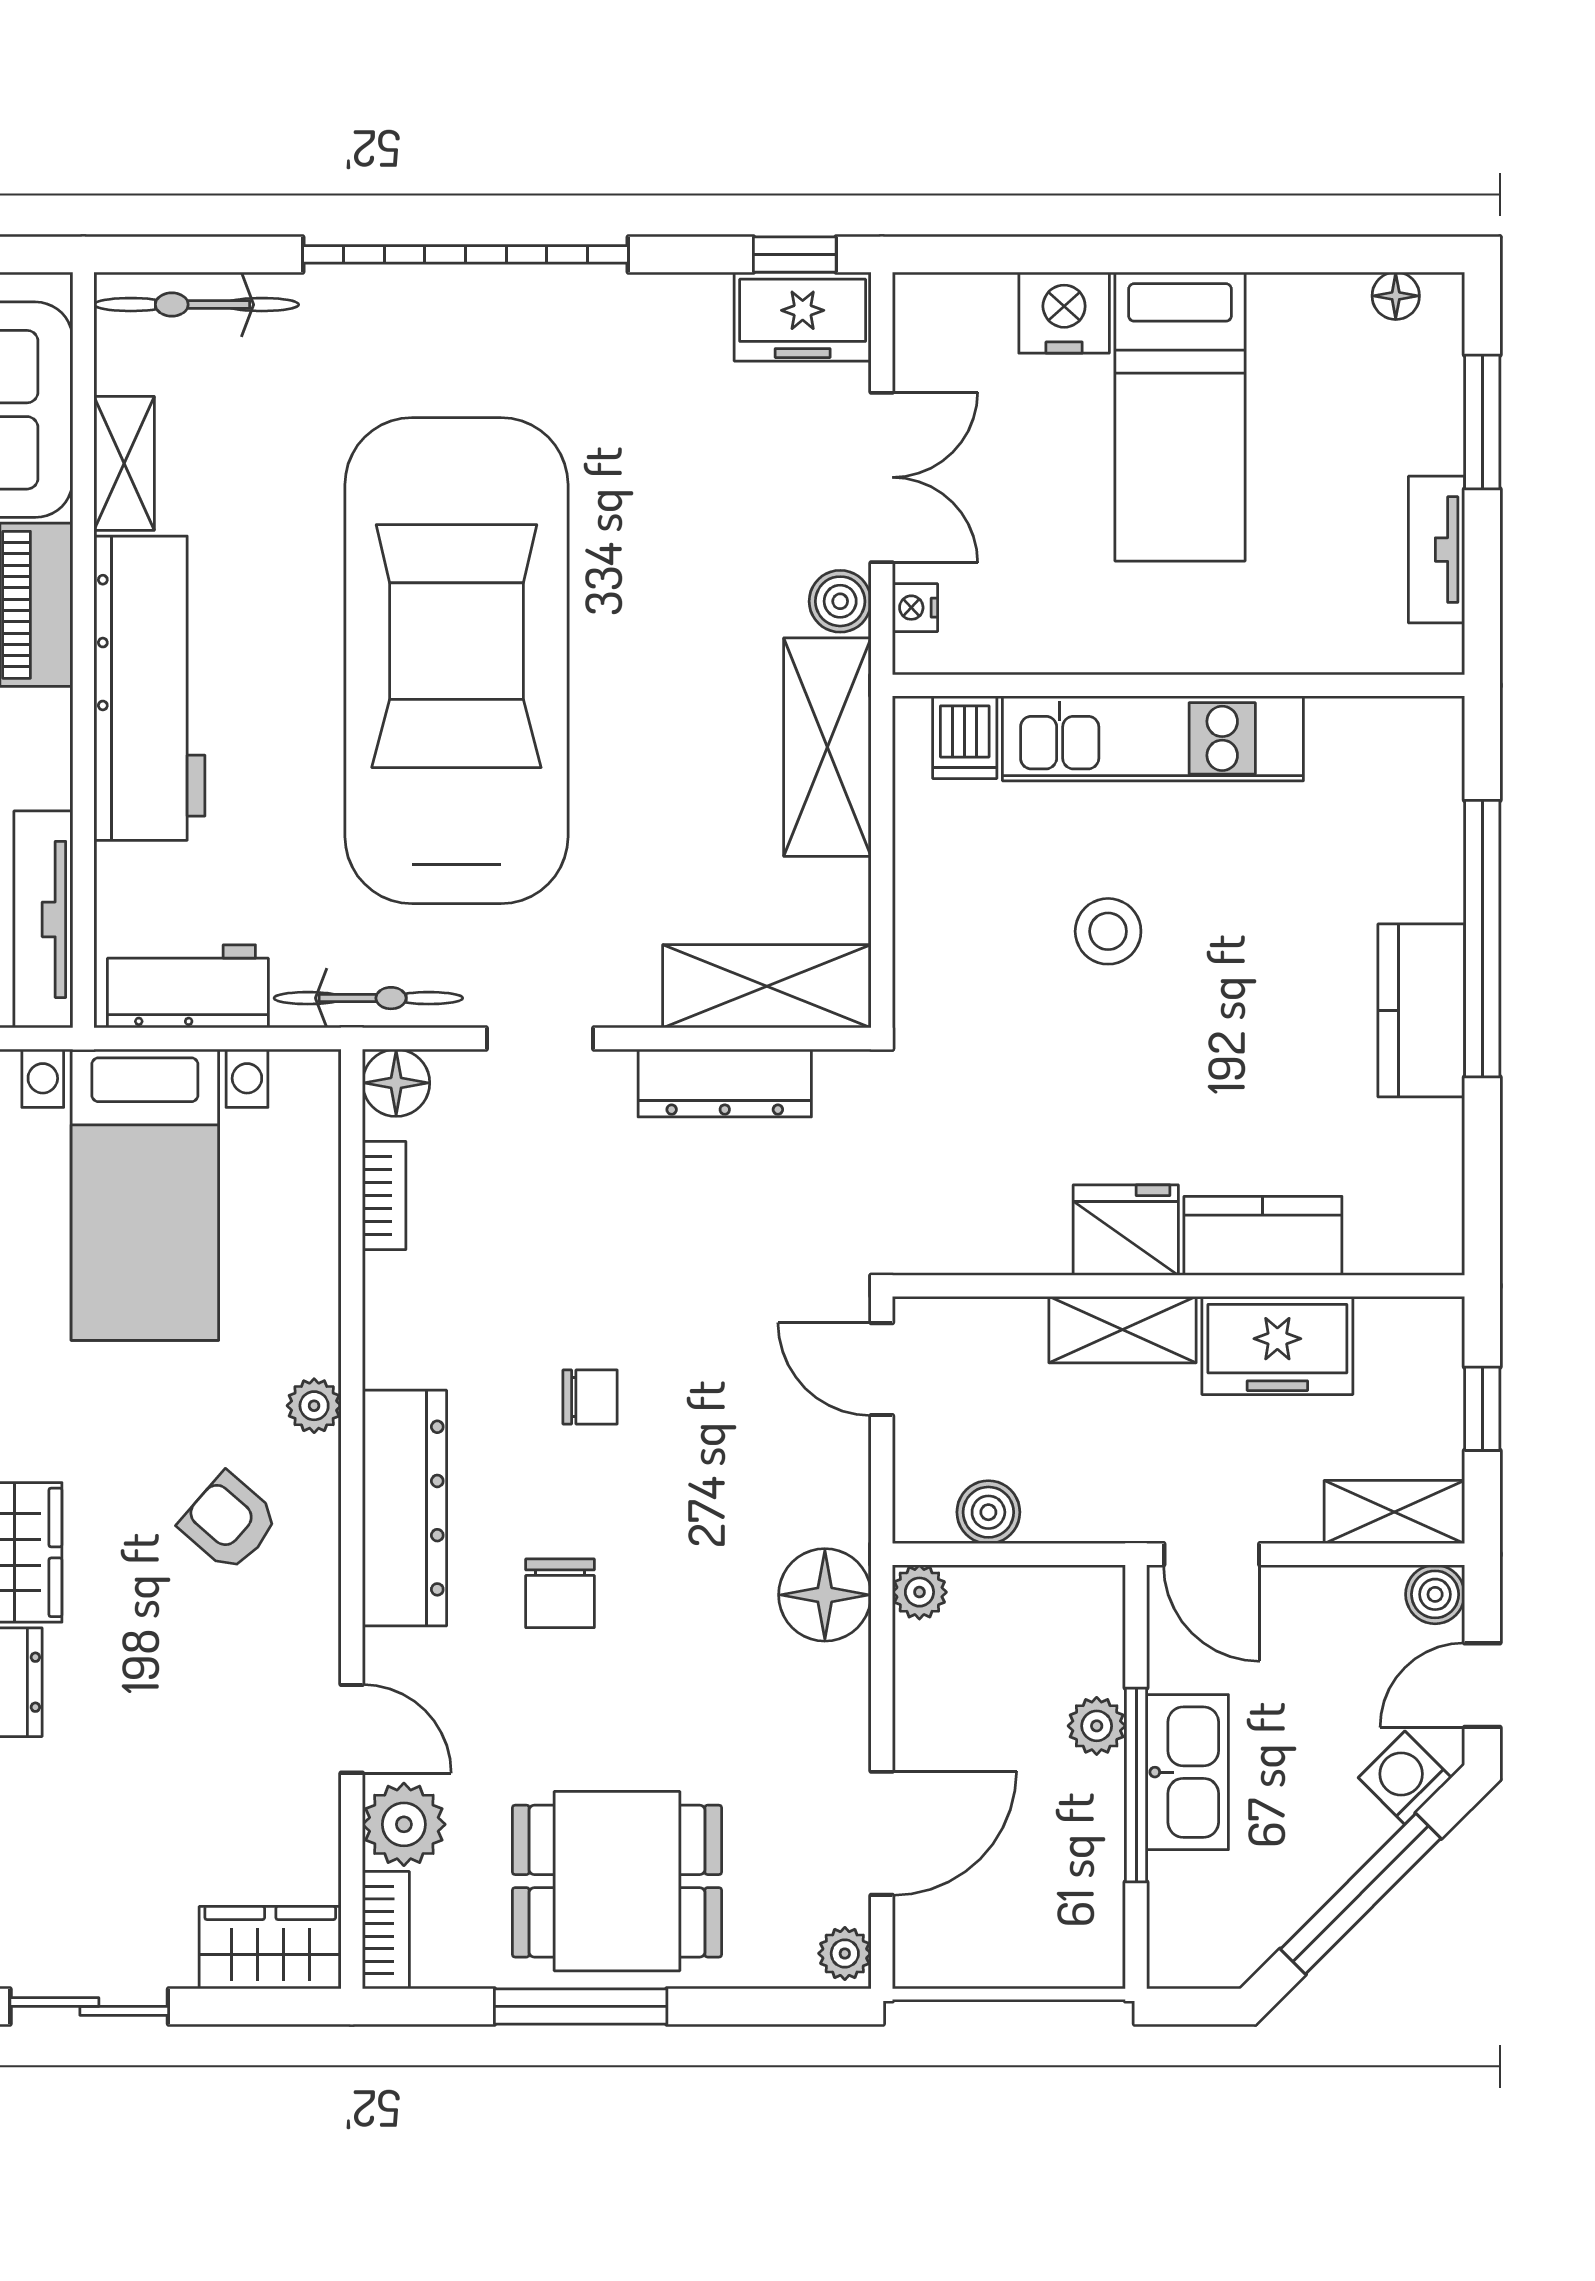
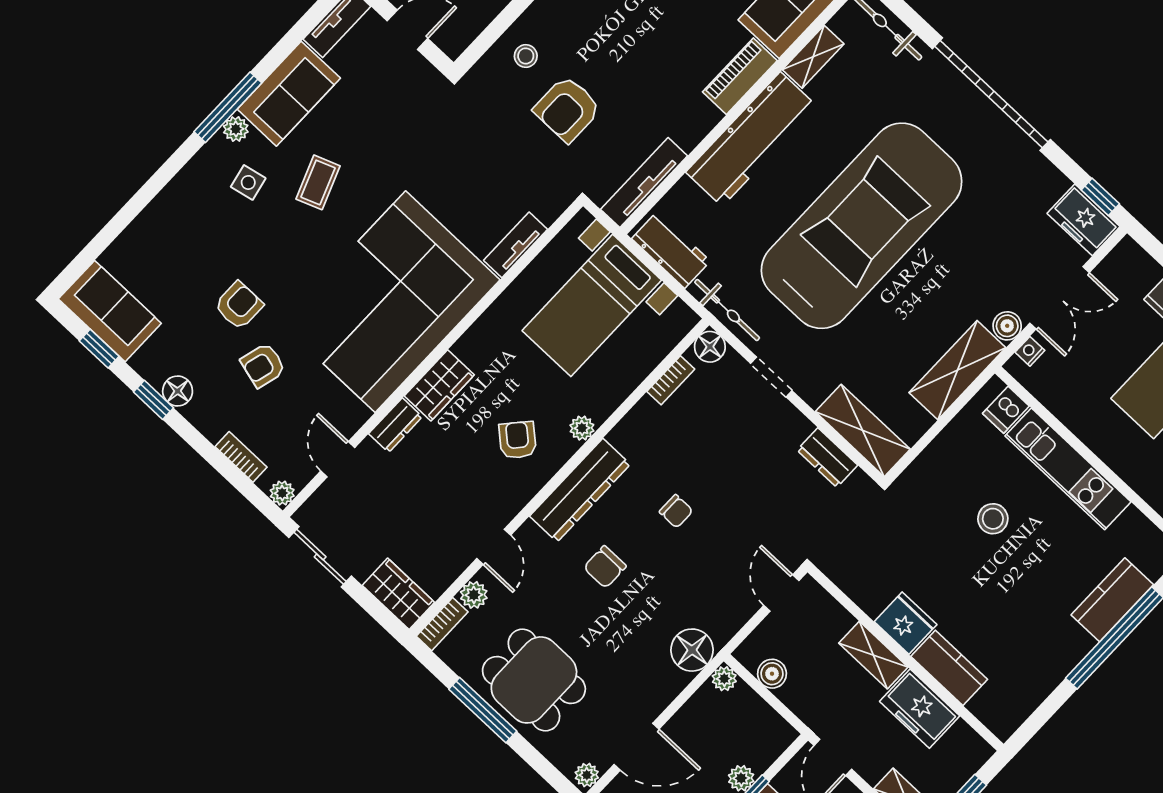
kitchen counter: (1421, 1010) -> (1112, 600), moved
dresser: (725, 1083) -> (827, 458), width x0.70
plant: (404, 1824) -> (474, 595), width x0.73, depth x0.73

